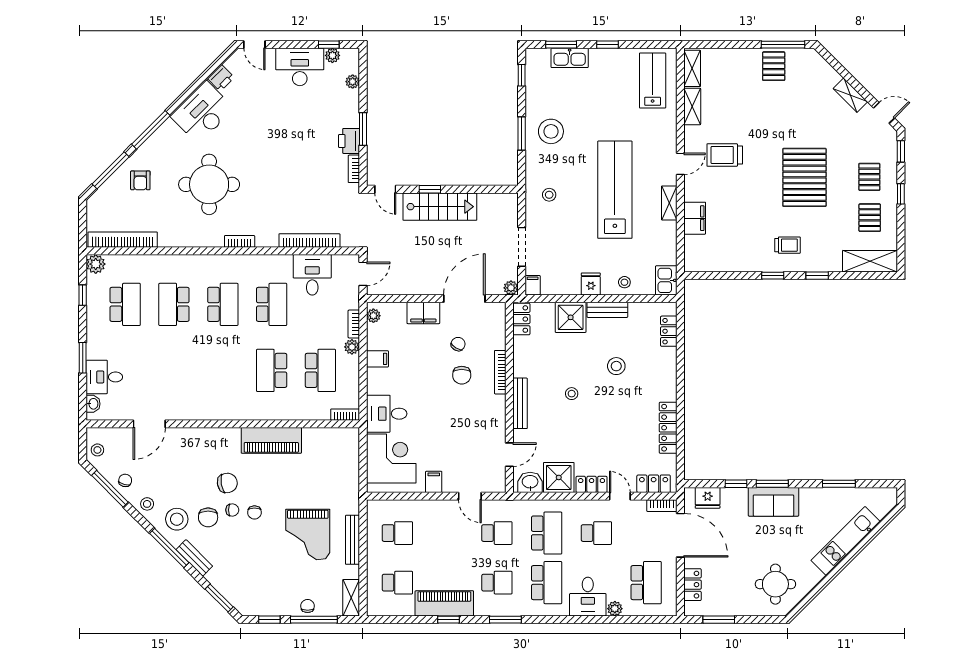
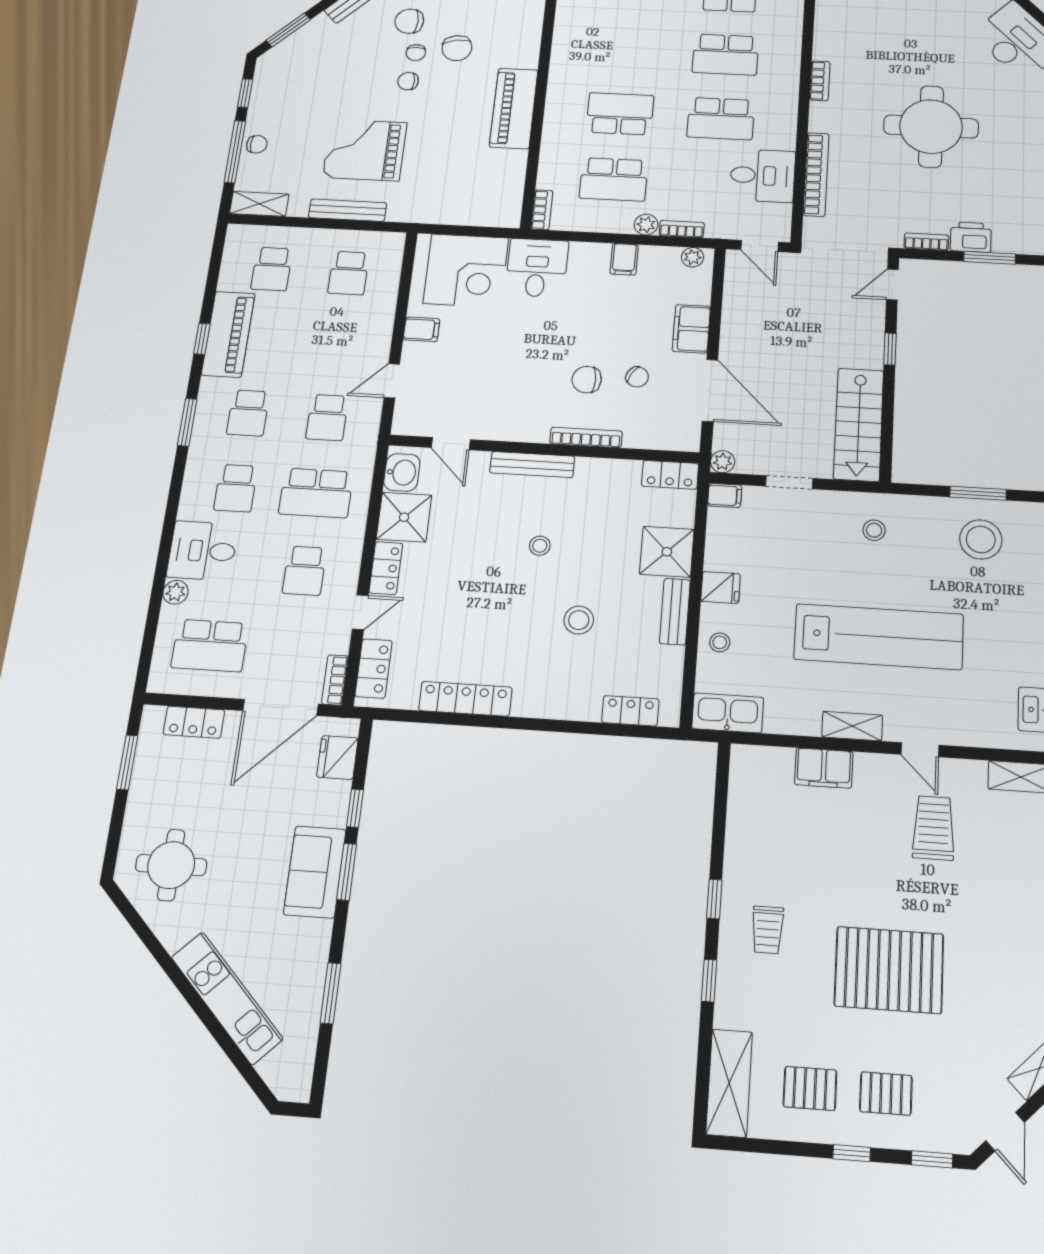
round table: (209, 184) -> (931, 127), moved
stairs: (440, 207) -> (859, 424), moved
doorway: (522, 247) -> (789, 482), width x0.73
kitchen sink: (666, 280) -> (728, 713), width x1.38
school desk: (547, 583) -> (236, 488), width x0.54

